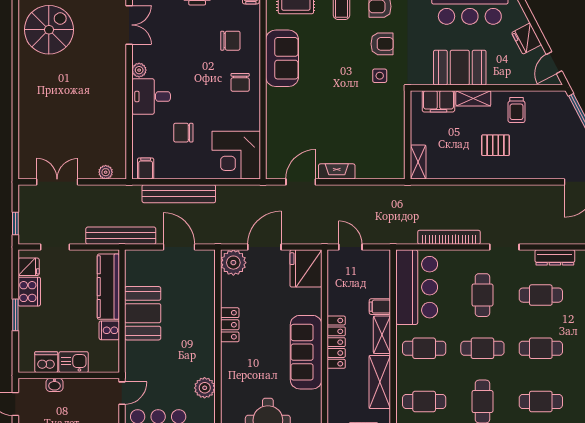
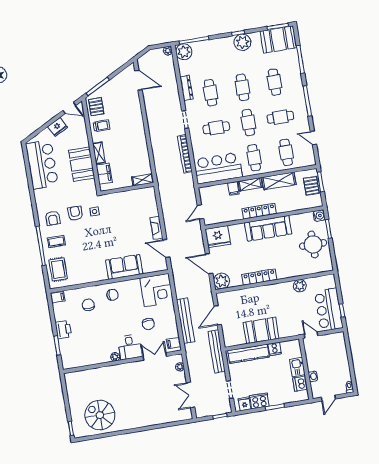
double door: (129, 25) -> (155, 356), moved
sofa: (282, 58) -> (124, 267), moved
pallet: (496, 145) -> (96, 107), moved
locker: (230, 325) -> (259, 277), width x1.53

